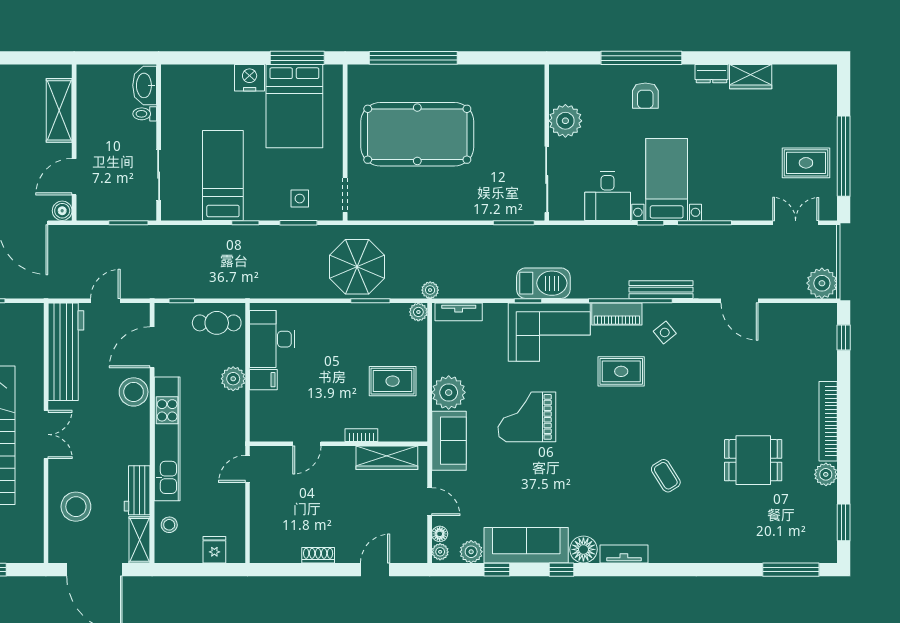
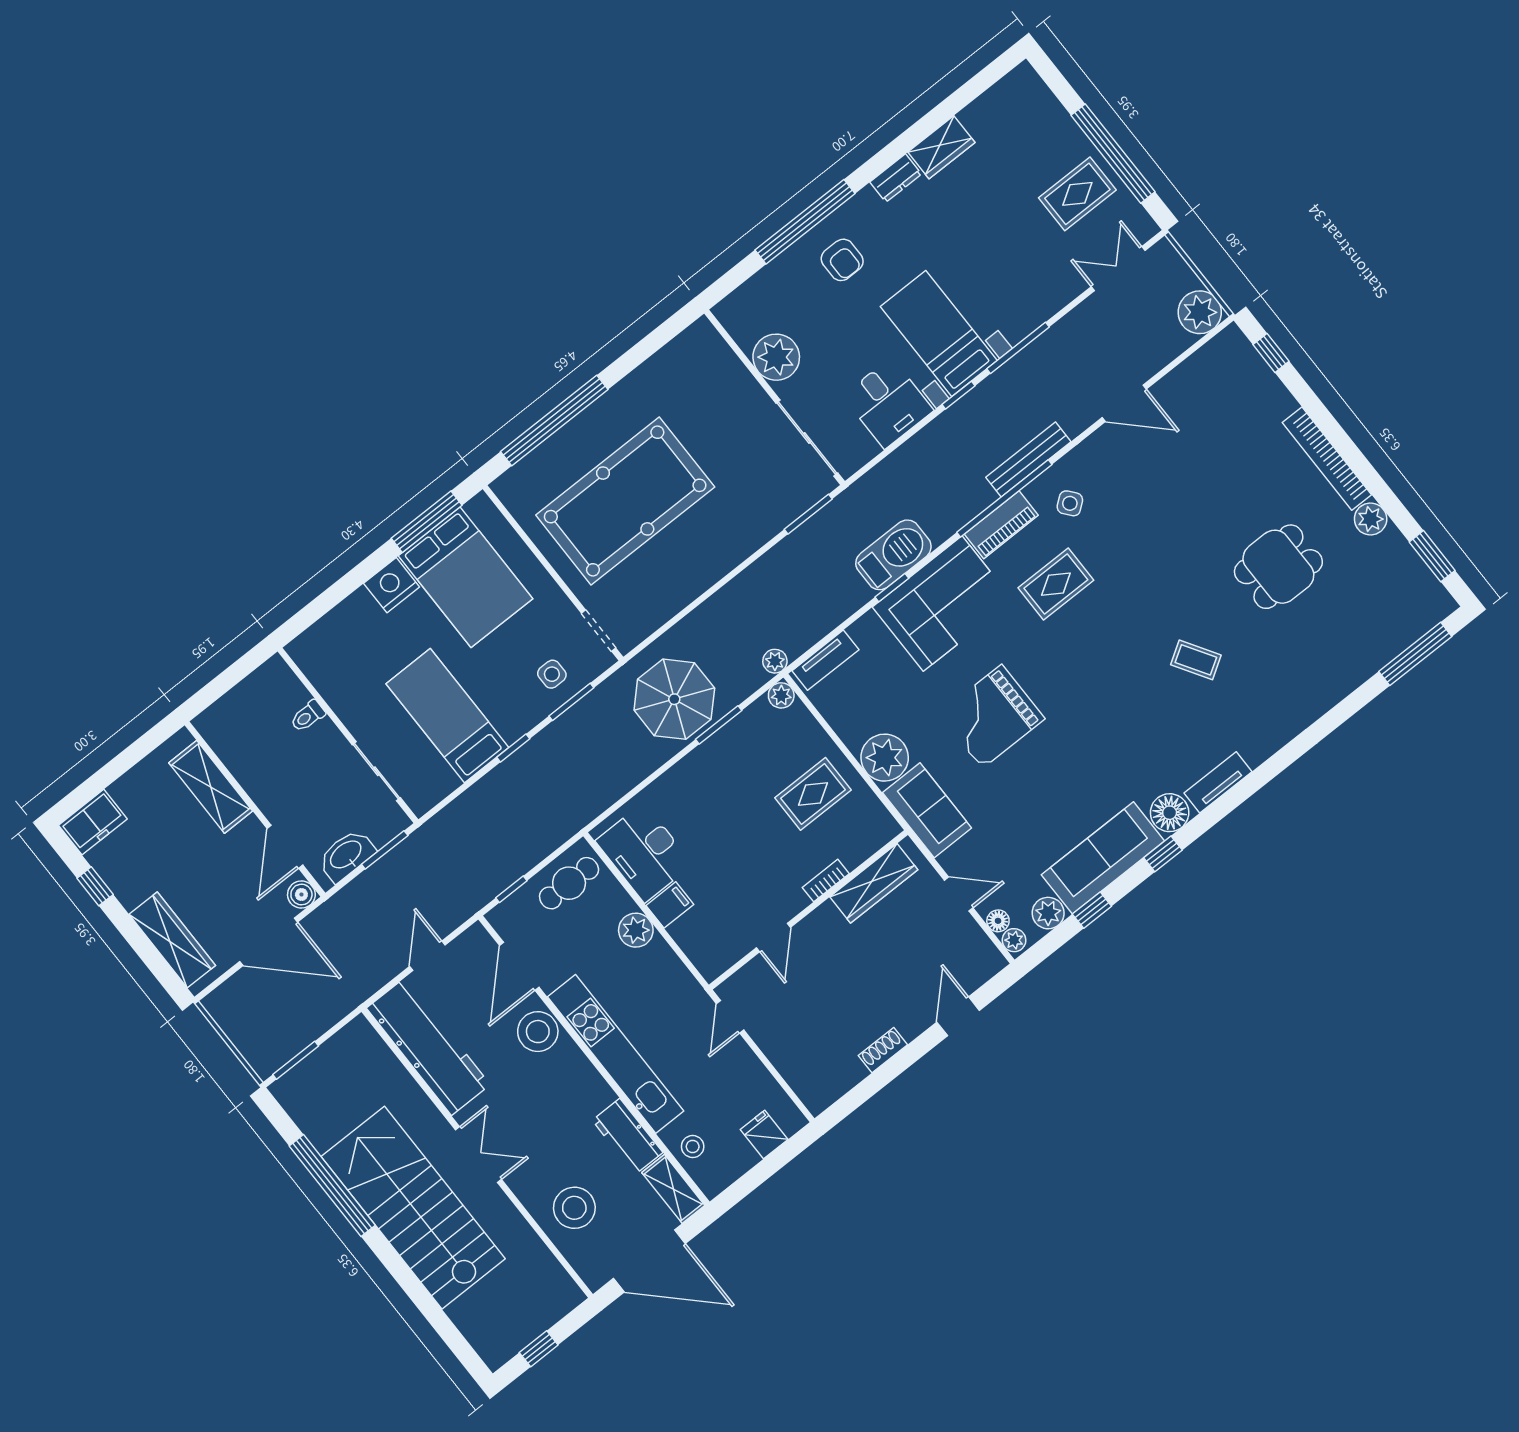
washbasin: (145, 85) -> (346, 855), moved, turned 90

